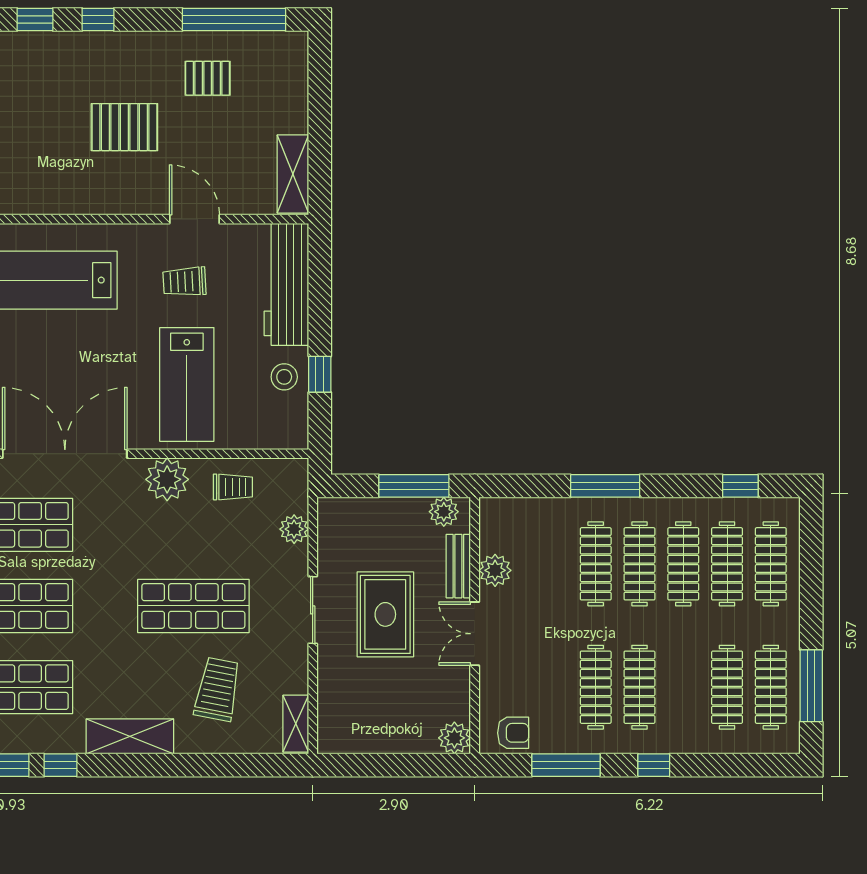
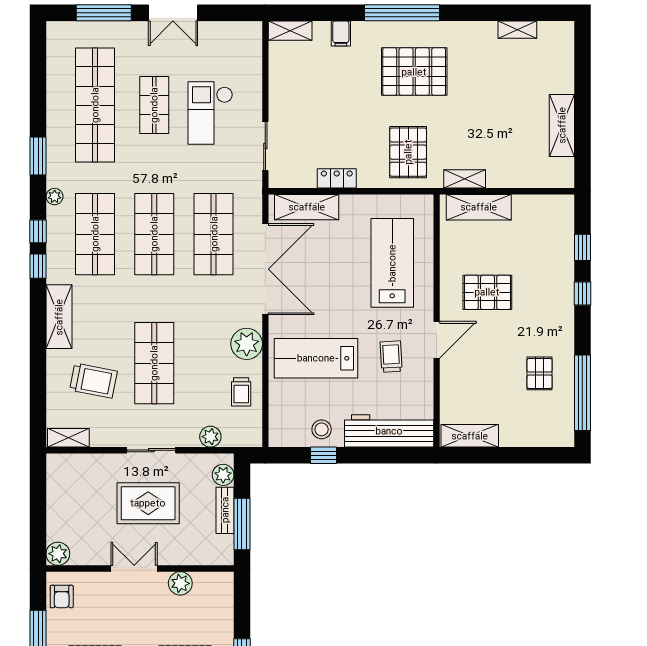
pallet: (124, 127) -> (487, 292), moved, turned 90
door: (194, 219) -> (437, 340), moved
plant: (444, 512) -> (223, 475), moved
bench: (458, 566) -> (225, 510), moved, turned 90

